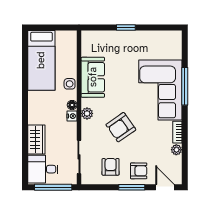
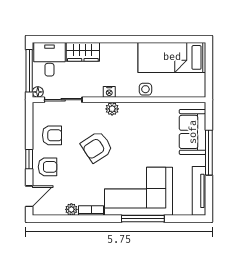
window: (126, 28) -> (209, 153), width x2.17
tv unit: (160, 36) -> (199, 191), added
sofa: (93, 77) -> (193, 132), moved, turned 90
floor lamp: (72, 105) -> (38, 92), moved
armchair: (121, 127) -> (97, 147), turned -88
armchair: (139, 171) -> (48, 167), turned -90
window: (132, 187) -> (29, 159), width x0.67

